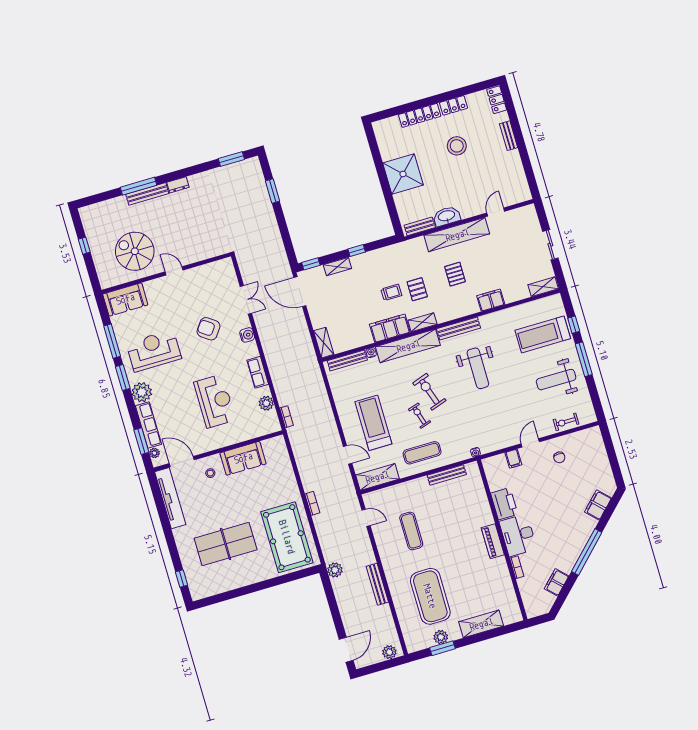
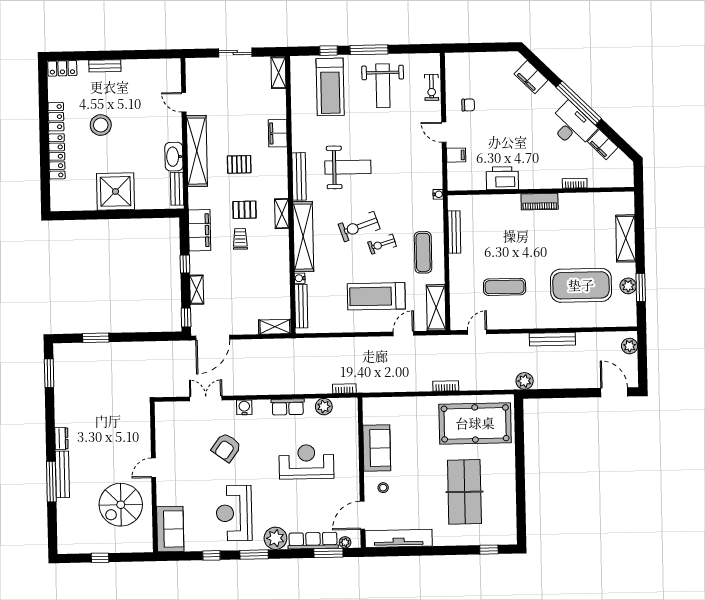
filing cabinet: (390, 328) -> (199, 230), moved, turned 180
window: (112, 341) -> (211, 555), width x0.46
desk: (518, 535) -> (572, 126), moved, turned -135

